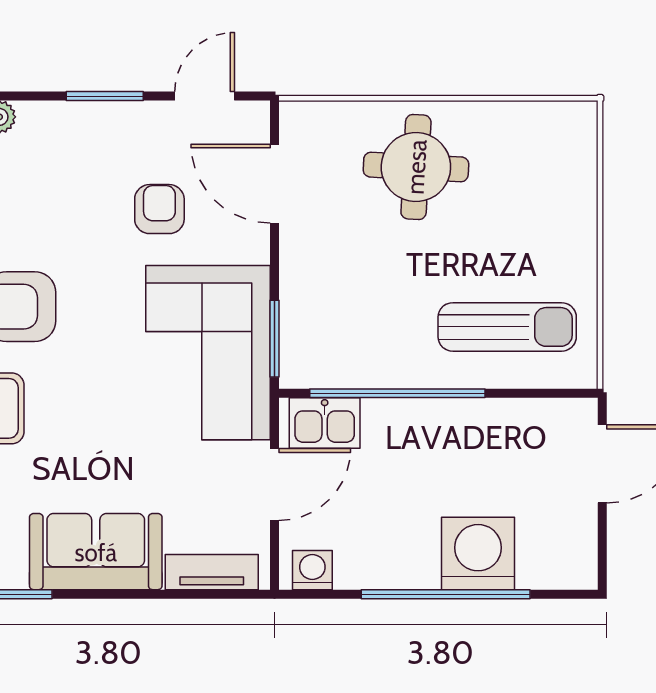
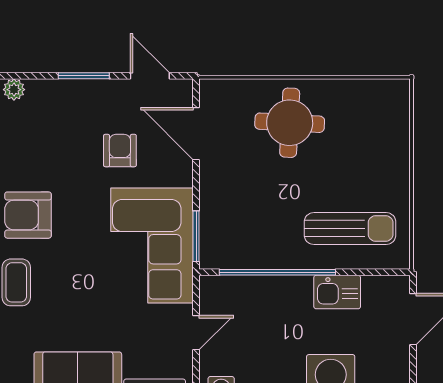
door: (205, 96) -> (150, 76), hinge flipped
kitchen sink: (325, 423) -> (337, 292), moved
door: (275, 484) -> (196, 333), width x0.73

